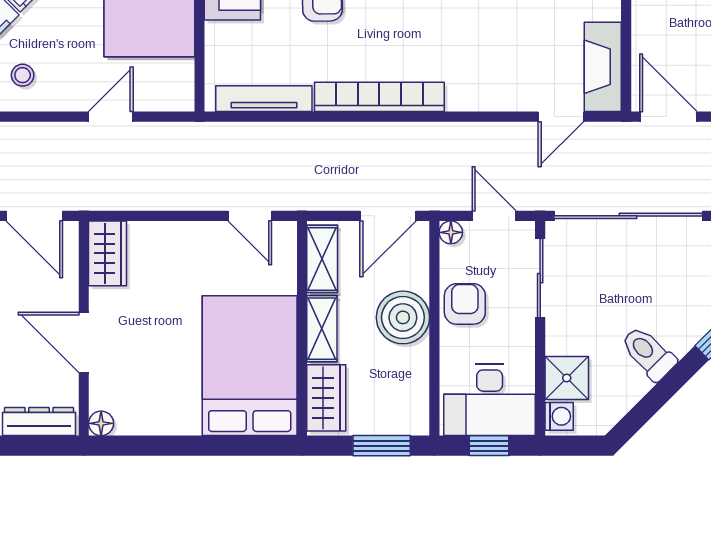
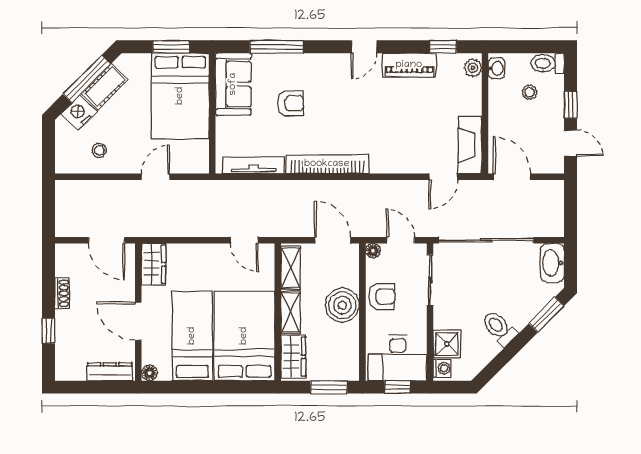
door: (388, 216) -> (333, 240), swing flipped
armchair: (465, 304) -> (382, 297), turned 90
bed: (168, 366) -> (192, 336), added

